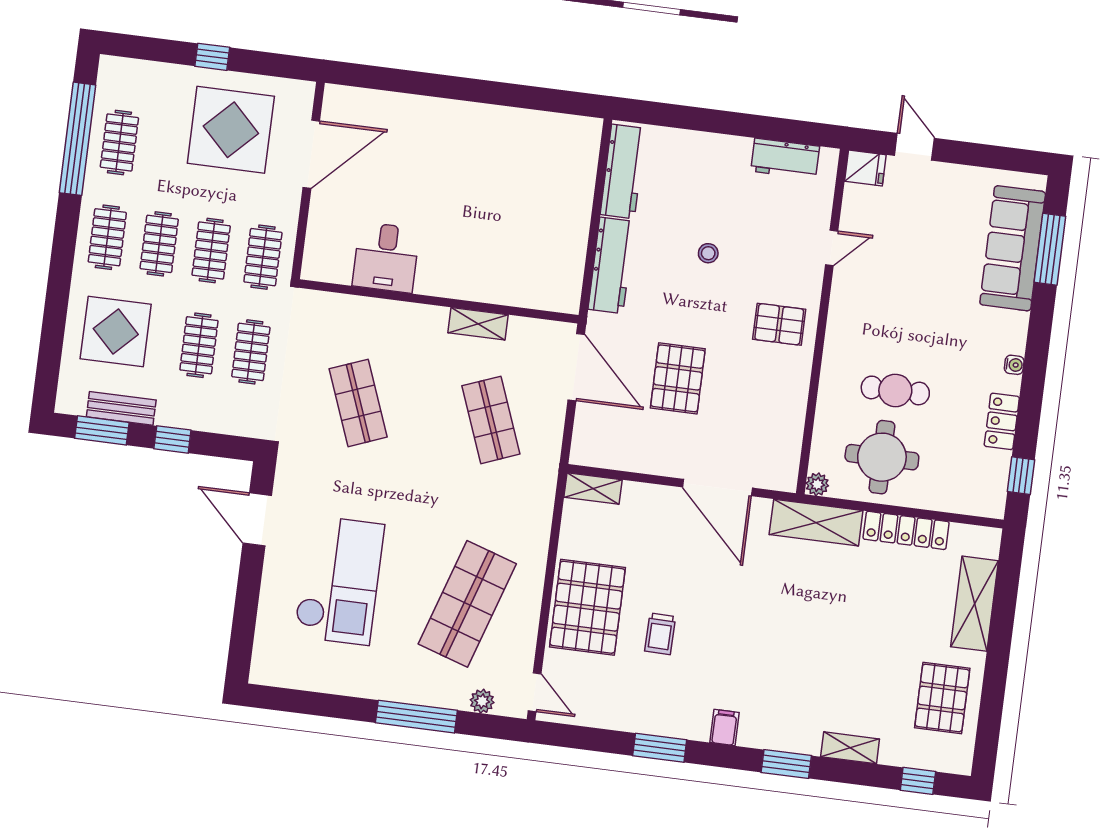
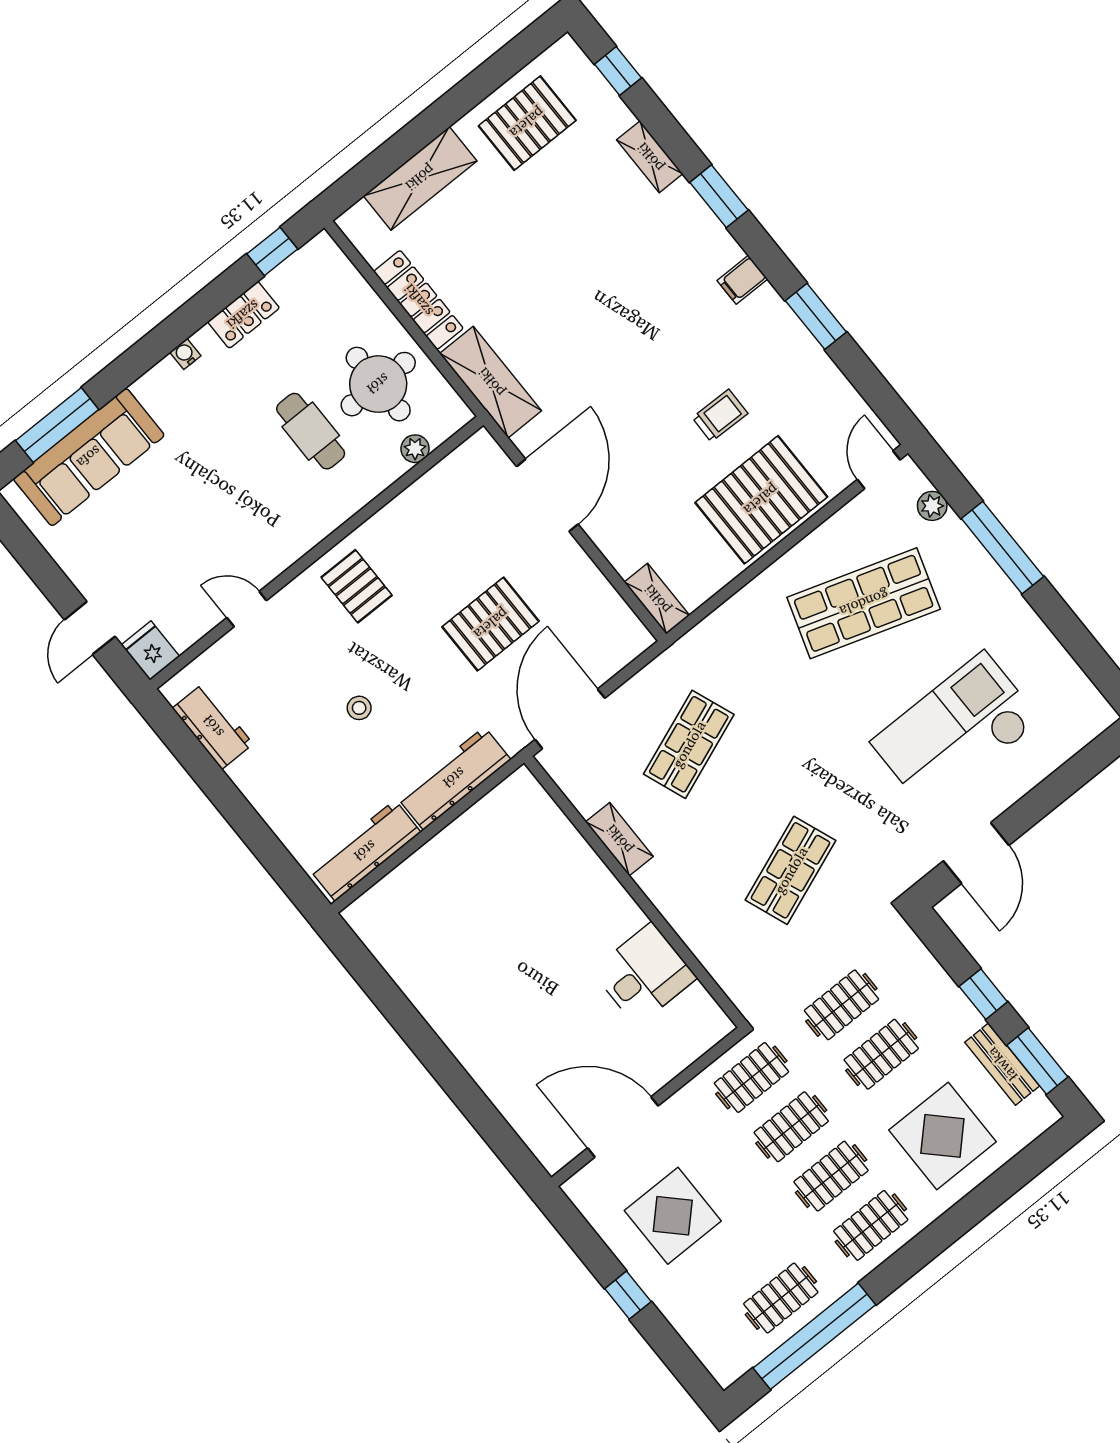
display table: (231, 130) -> (673, 1216), width x0.73, depth x0.73
plant: (817, 484) -> (415, 449), moved

